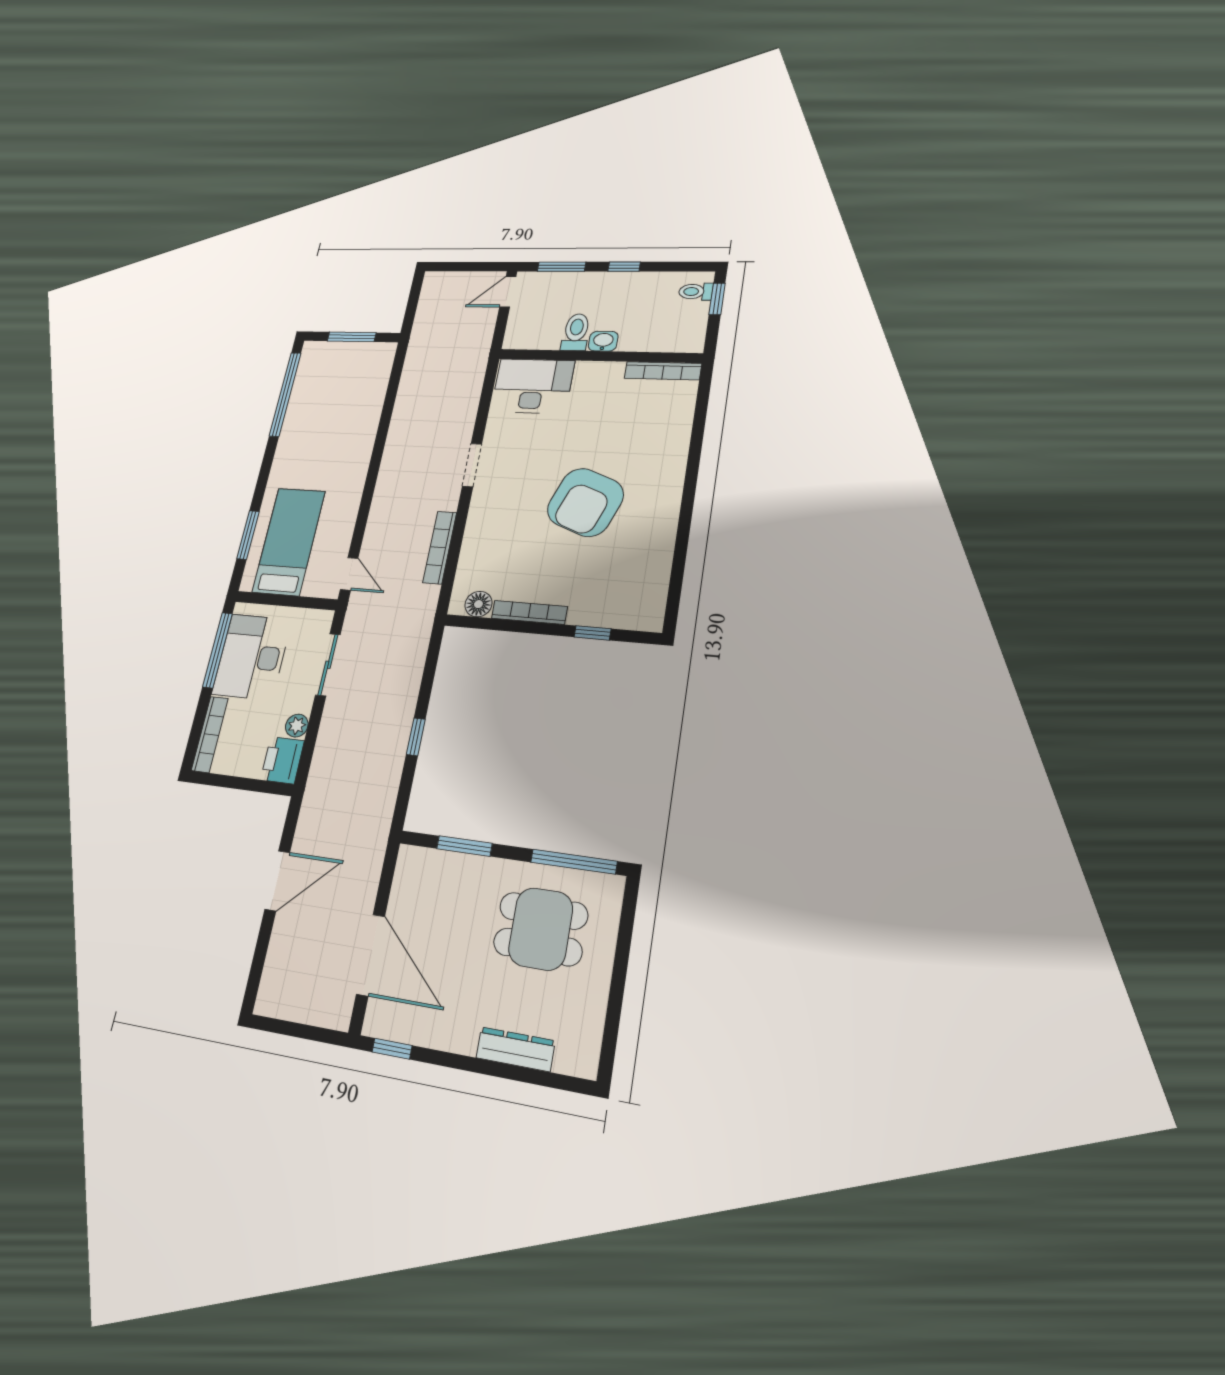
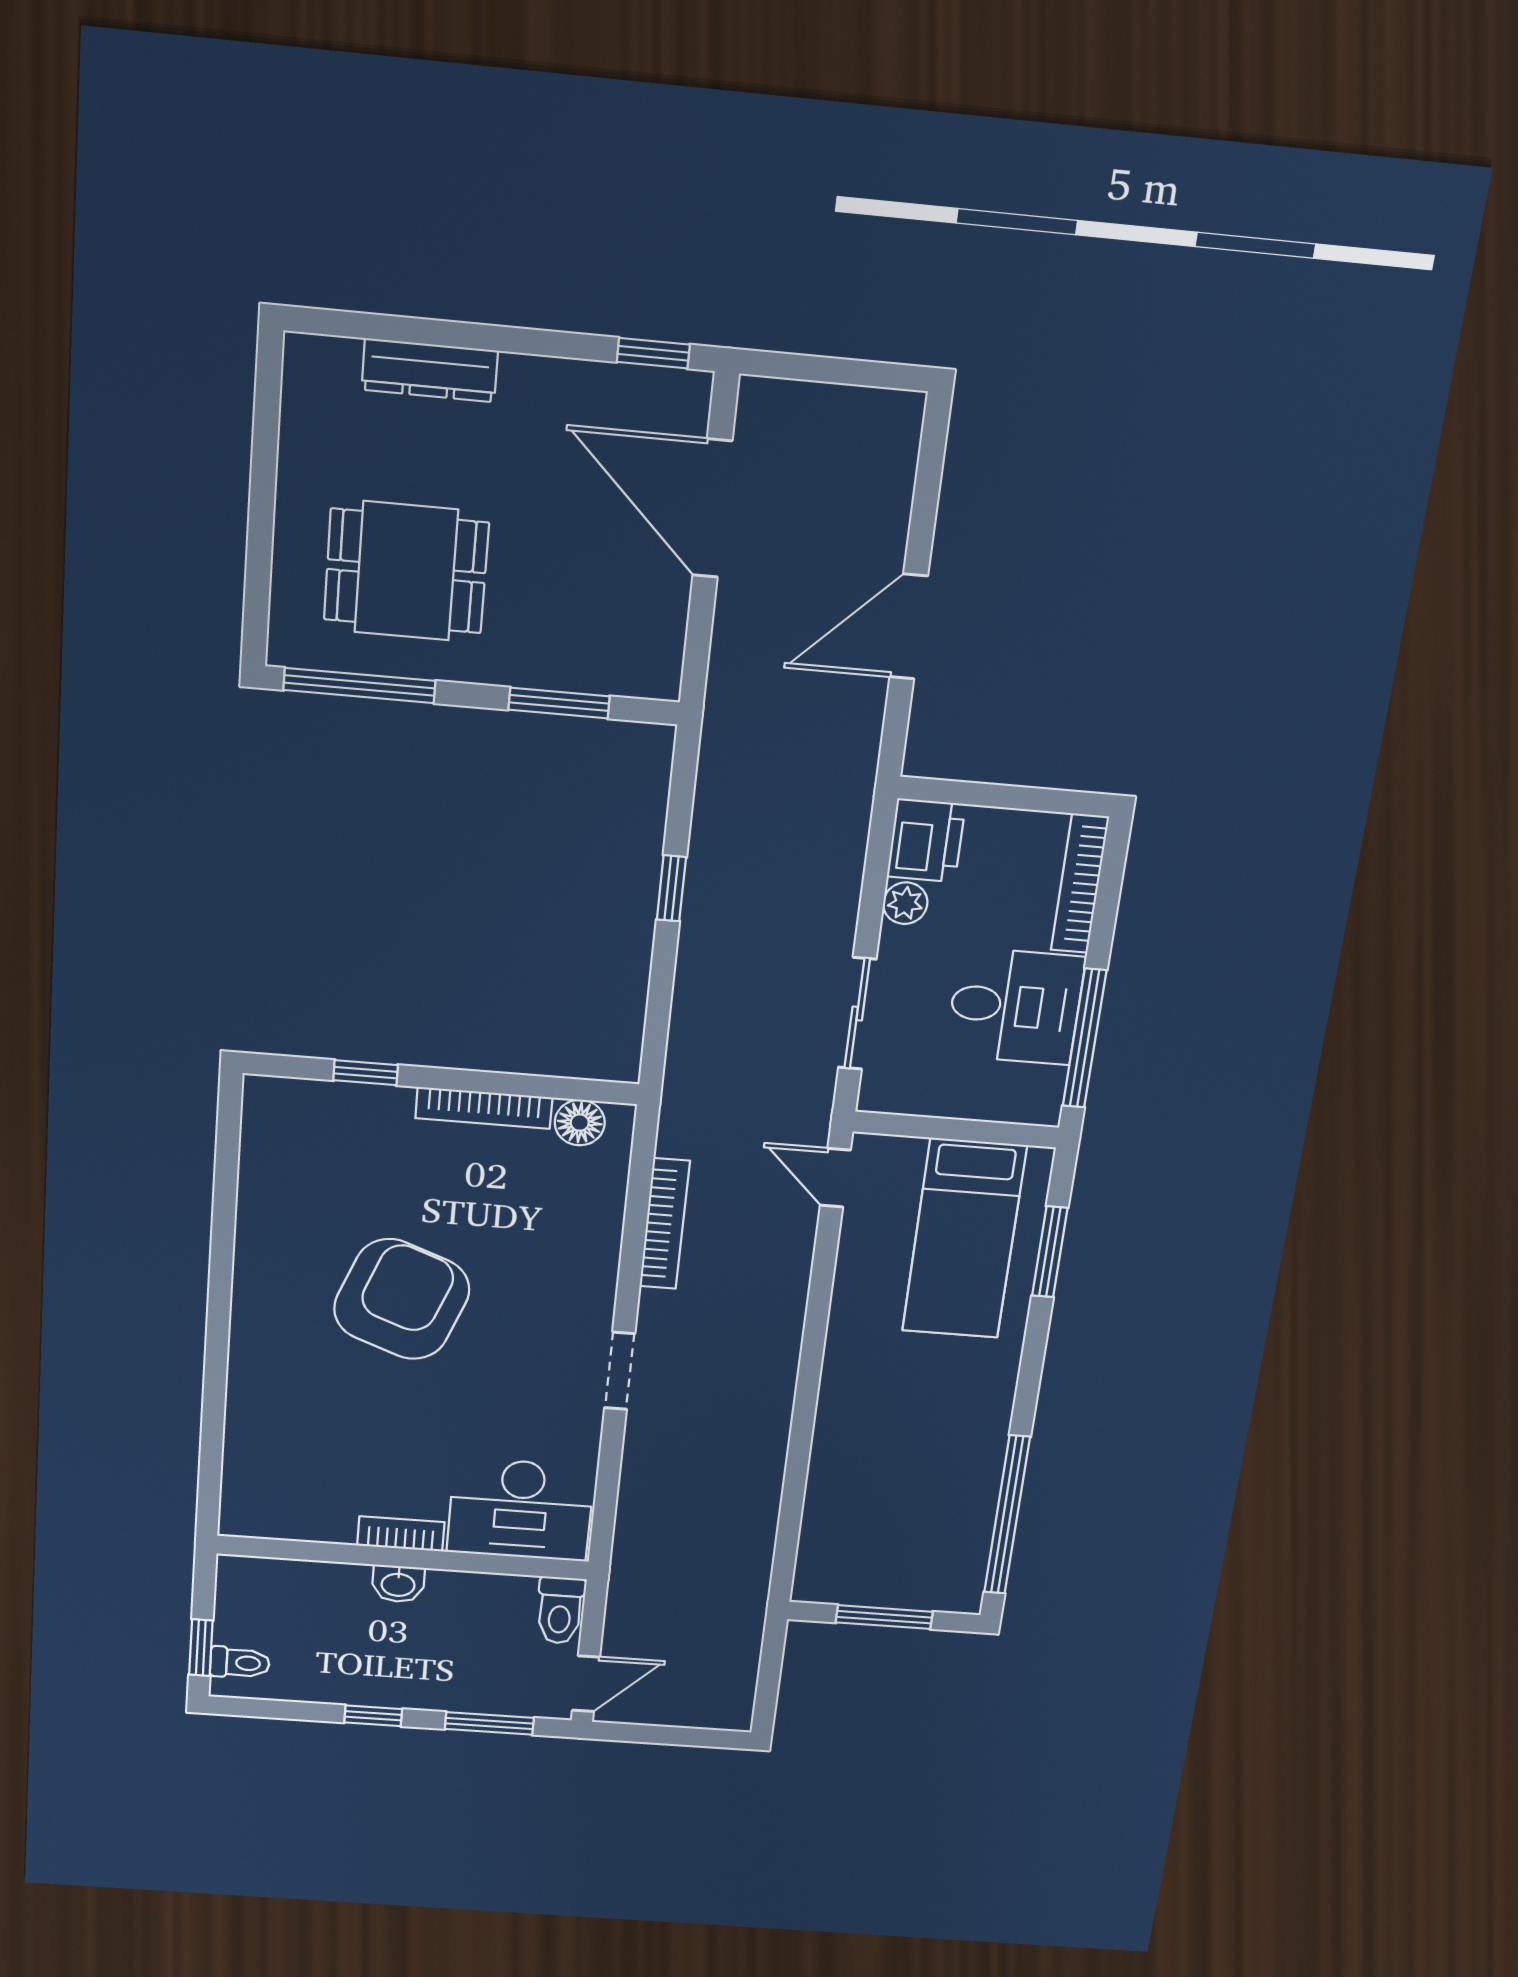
toilet: (576, 332) -> (560, 1610), moved
bookcase: (663, 371) -> (401, 1534), moved, width x0.64
desk: (252, 657) -> (1015, 1006), width x0.73

